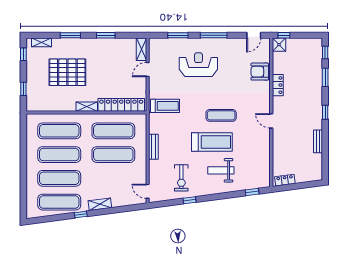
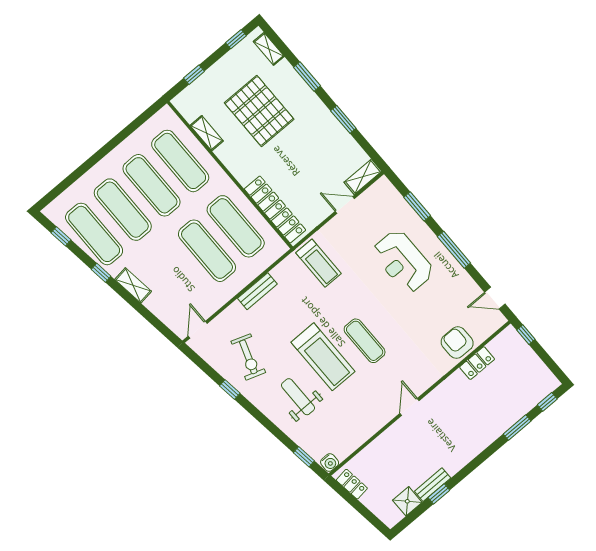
shower: (279, 45) -> (407, 501), moved
reception desk: (198, 65) -> (403, 261), turned 180
locker: (278, 85) -> (477, 363), moved
shelving: (87, 107) -> (207, 133), moved
window: (325, 112) -> (439, 494), moved
exercise bike: (181, 178) -> (248, 357), turned -71
water cooler: (265, 182) -> (330, 463), added
window: (47, 219) -> (61, 236), added

